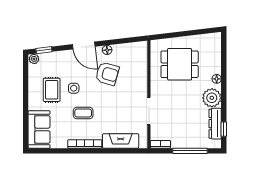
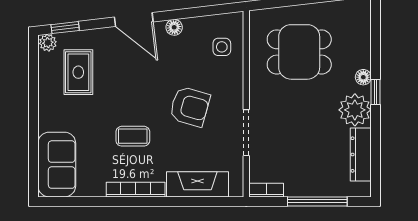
armchair: (107, 74) -> (190, 107), moved
side table: (74, 88) -> (222, 47), moved
rug: (52, 90) -> (78, 72), moved
window: (224, 129) -> (375, 92), moved

